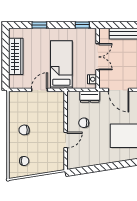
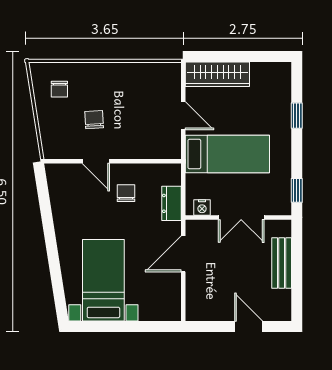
wardrobe: (16, 56) -> (217, 74), moved
chair: (24, 130) -> (94, 120), moved

